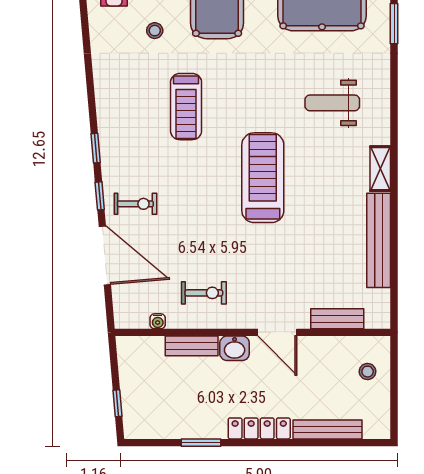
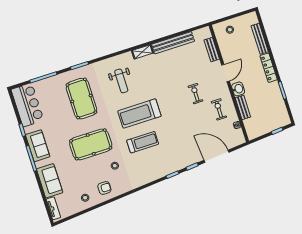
treadmill: (263, 178) -> (139, 114), moved
exercise bike: (135, 204) -> (195, 94), moved
door: (105, 255) -> (216, 156), hinge flipped

